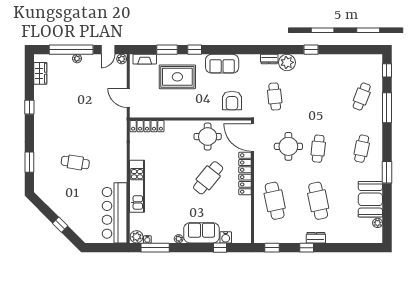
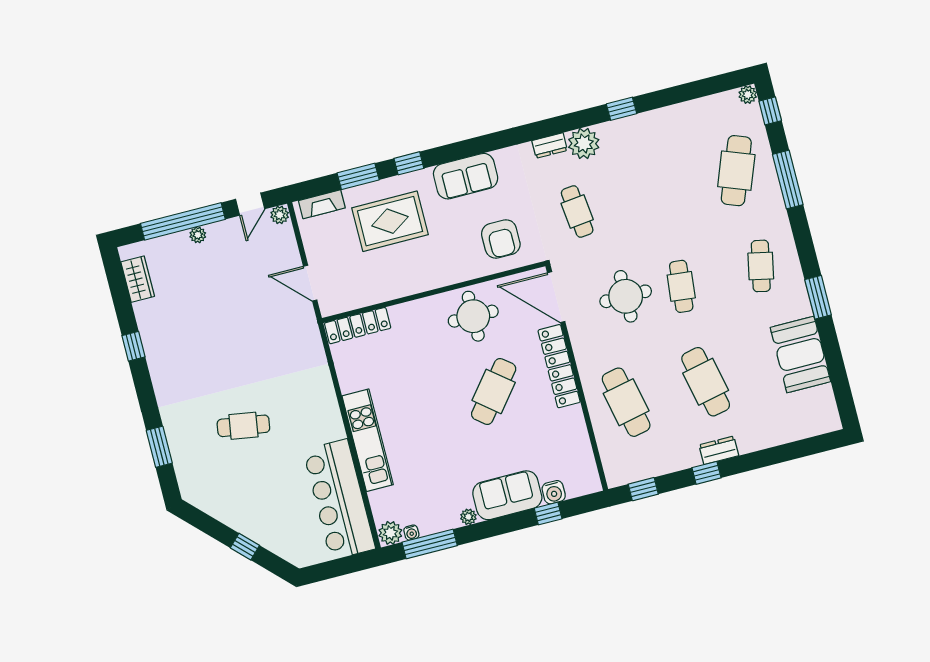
cafe table: (362, 96) -> (736, 171), width x1.37, depth x1.35
plant: (378, 223) -> (748, 95), moved

